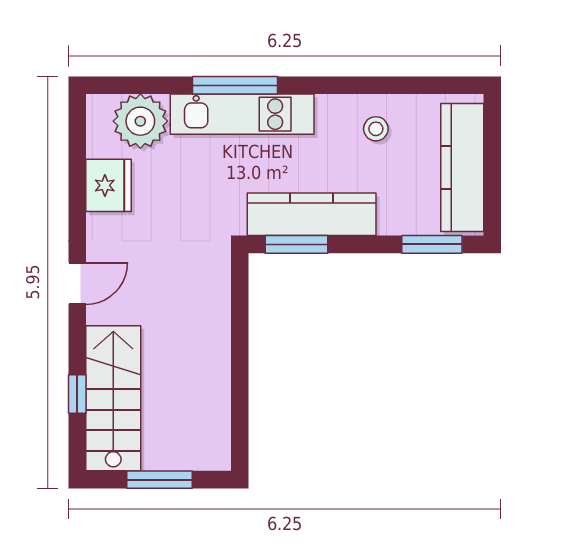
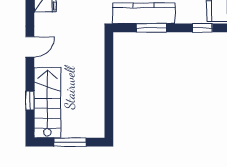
window: (297, 244) -> (152, 28), moved
window: (432, 244) -> (202, 28), width x0.67

